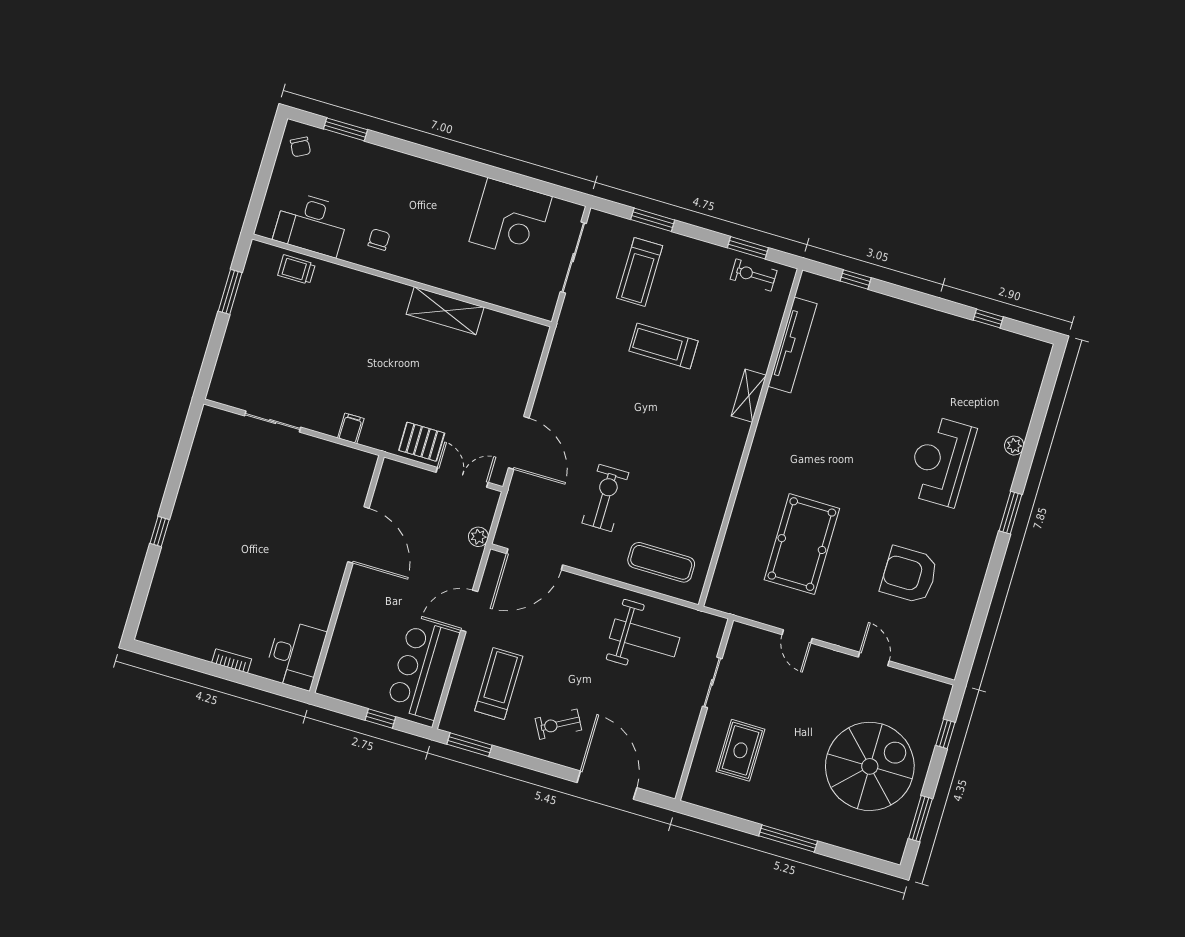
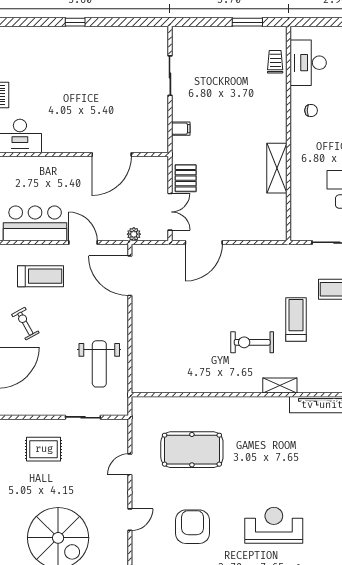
exercise bike: (605, 498) -> (252, 342), moved, turned 180
exercise mat: (661, 562) -> (152, 360), removed

